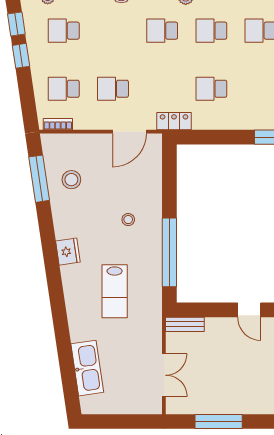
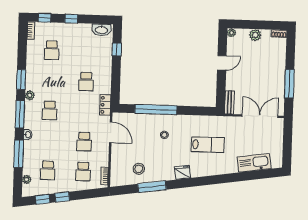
school desk: (211, 31) -> (51, 80), removed
window: (39, 179) -> (152, 187), moved
window: (169, 252) -> (156, 109), moved
double door: (164, 375) -> (260, 116), width x1.37

